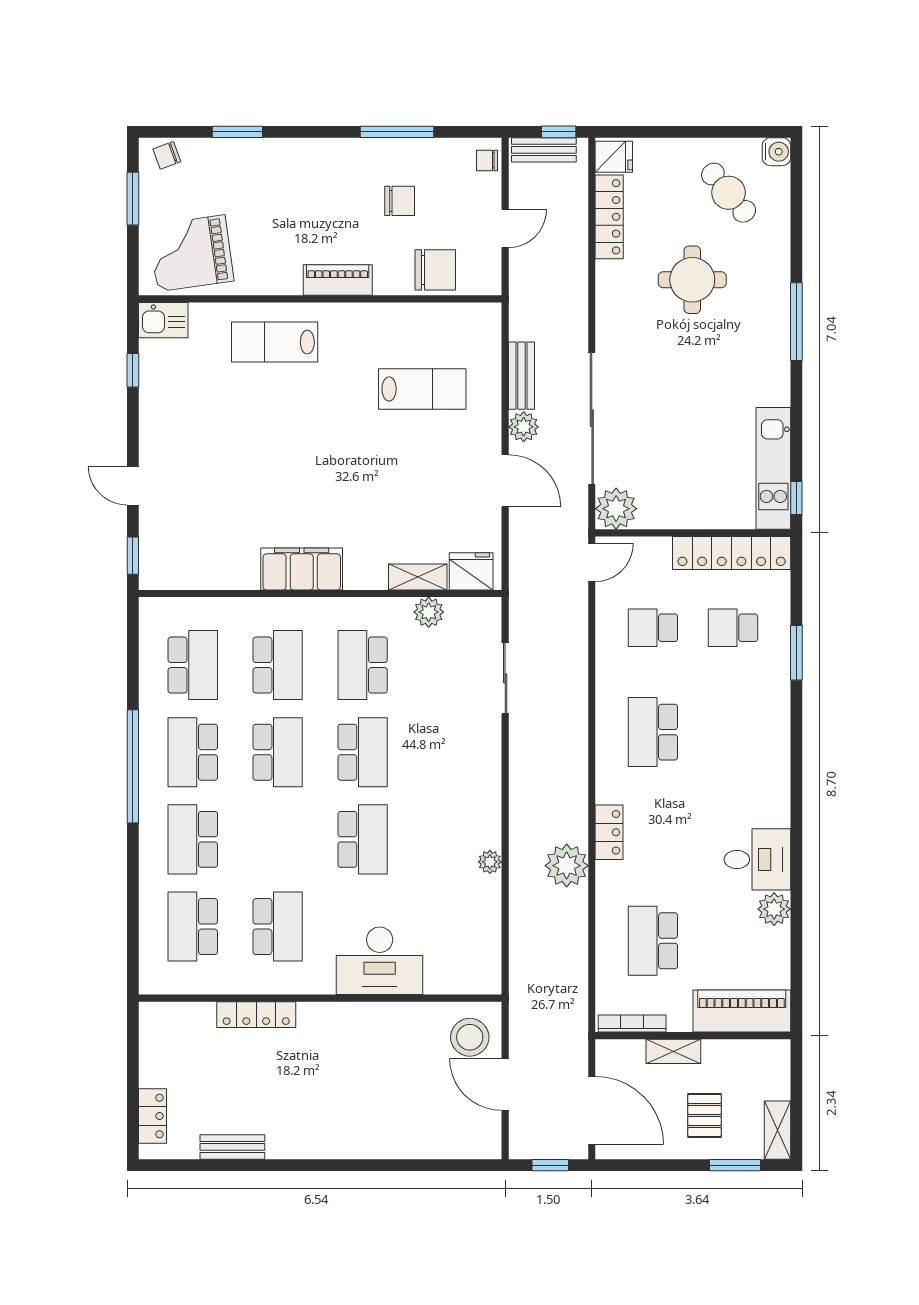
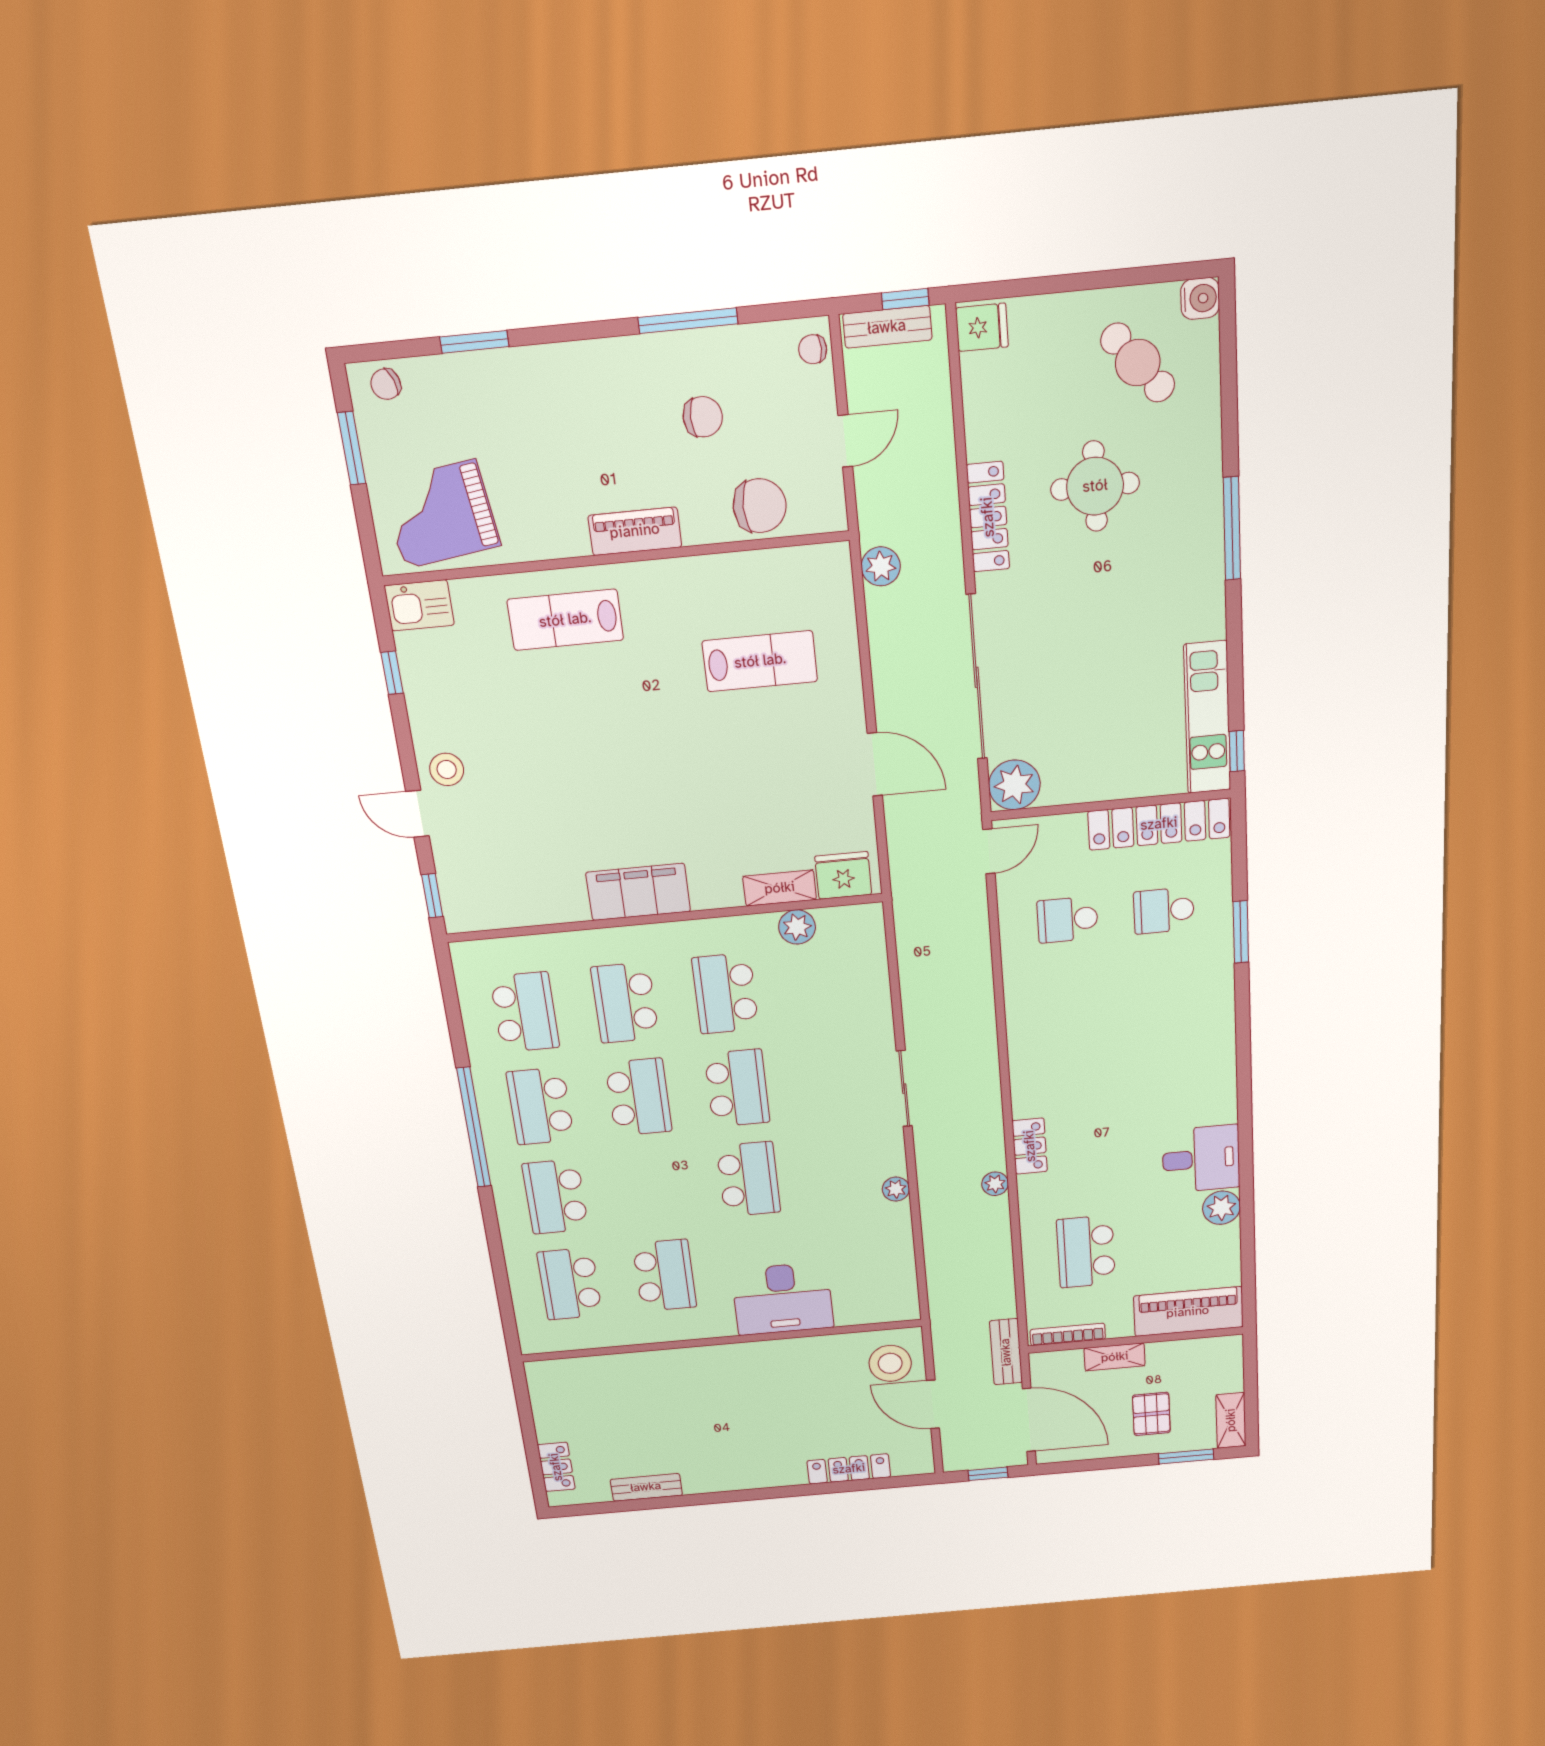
locker: (609, 217) -> (988, 517), moved
bench: (521, 376) -> (1006, 1352), moved
plant: (524, 427) -> (881, 566), moved
stool: (163, 452) -> (447, 769), added
school desk: (278, 665) -> (625, 1003), turned 180
sliding door: (505, 678) -> (904, 1089), moved
school desk: (653, 732) -> (1074, 1035), removed
plant: (567, 866) -> (995, 1184), width x0.53, depth x0.53
locker: (256, 1015) -> (849, 1469), moved, turned 180

